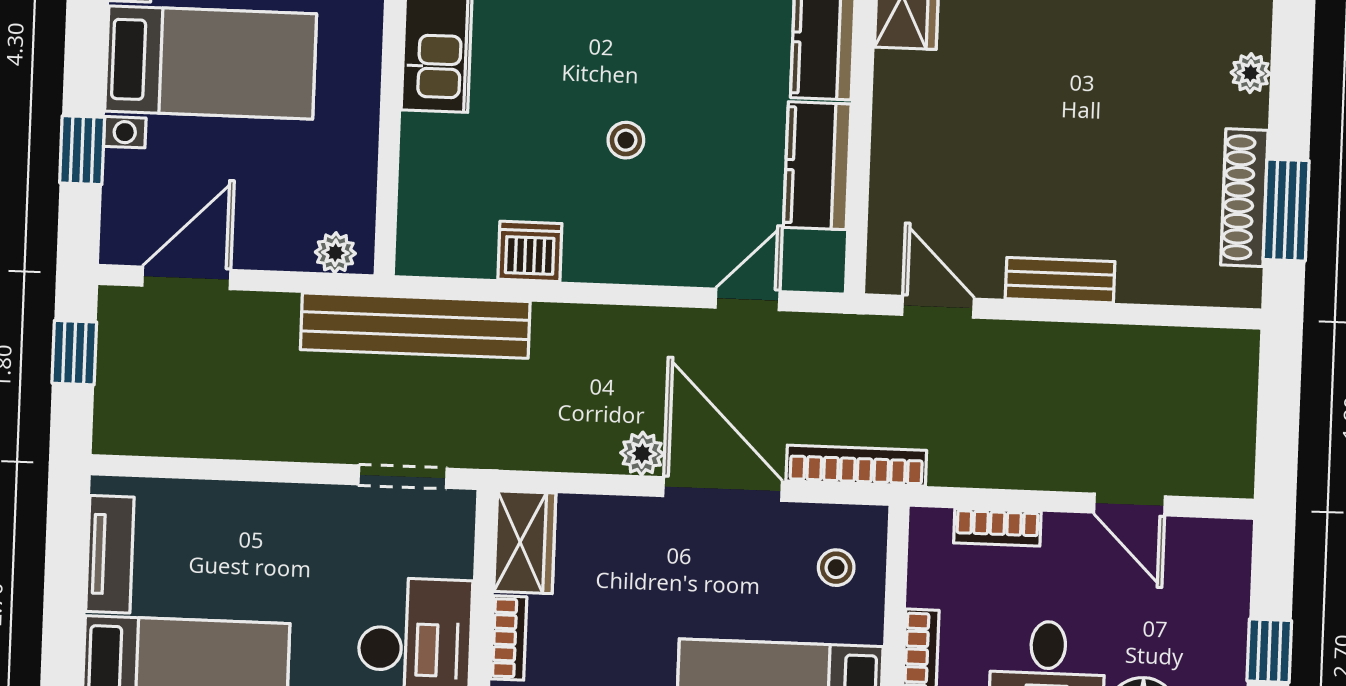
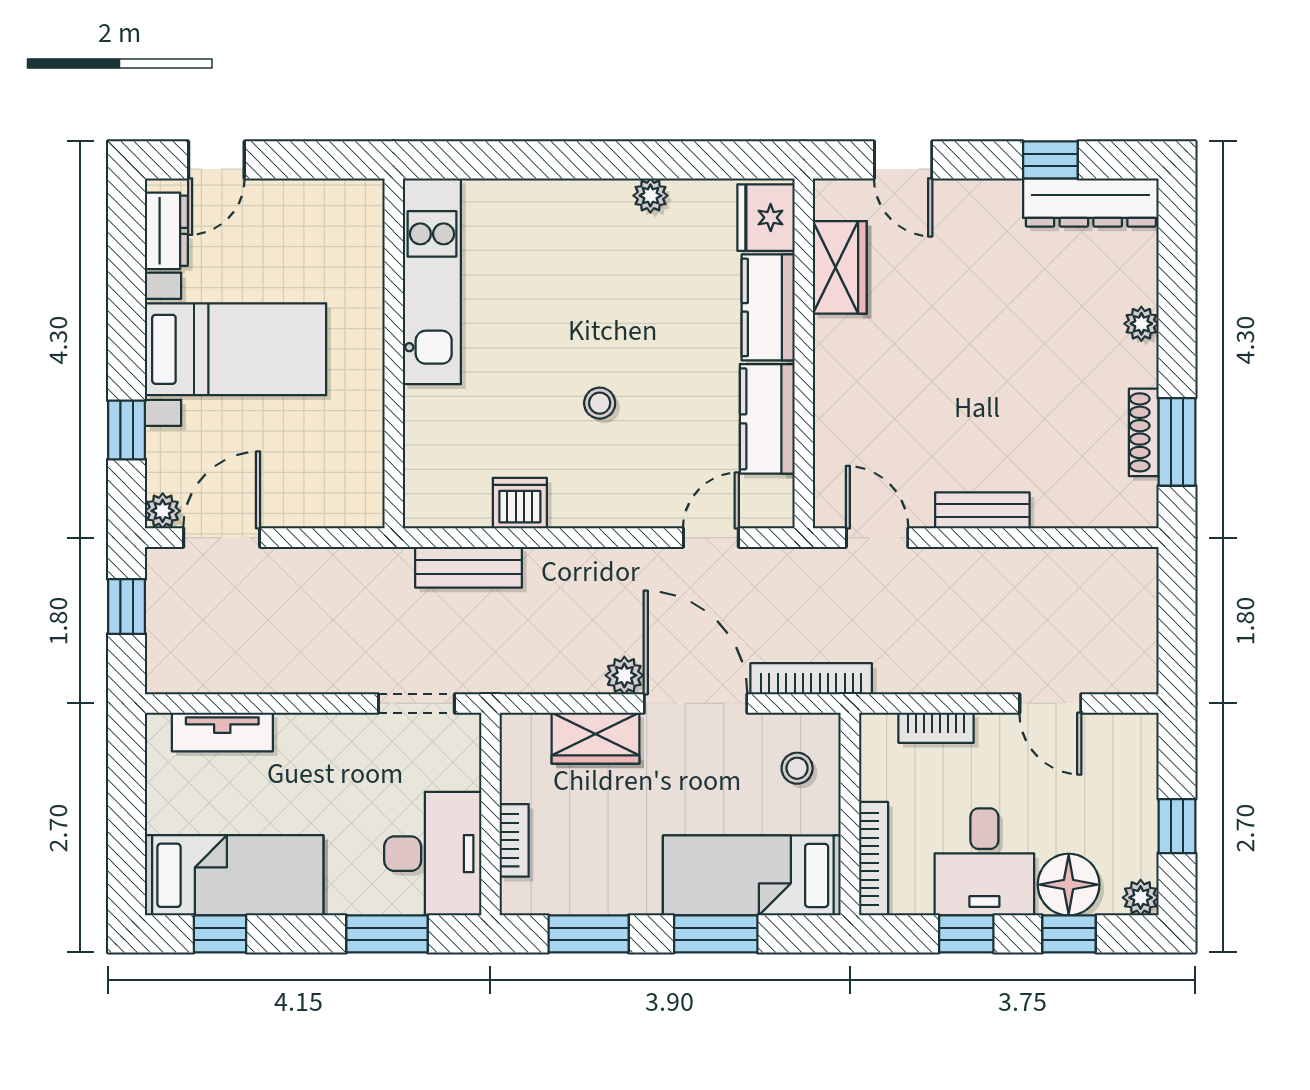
shoe rack: (1244, 198) -> (1144, 432), width x0.74, depth x0.81
plant: (335, 253) -> (163, 511), moved
bench: (415, 326) -> (468, 567), width x0.54, depth x0.82
wardrobe: (525, 542) -> (595, 738), moved, turned 90
tv unit: (110, 554) -> (222, 732), moved, turned 90

